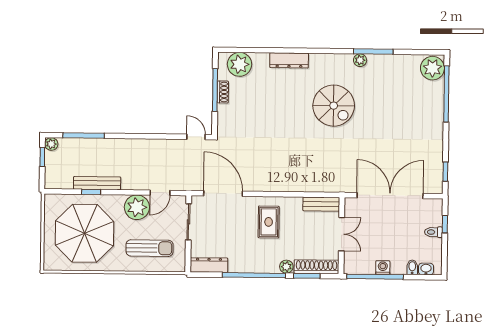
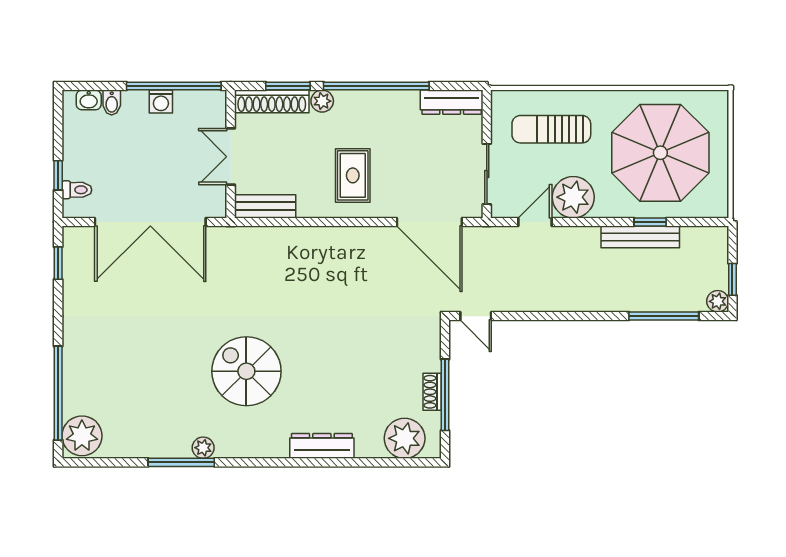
toilet: (434, 232) -> (77, 190), moved

